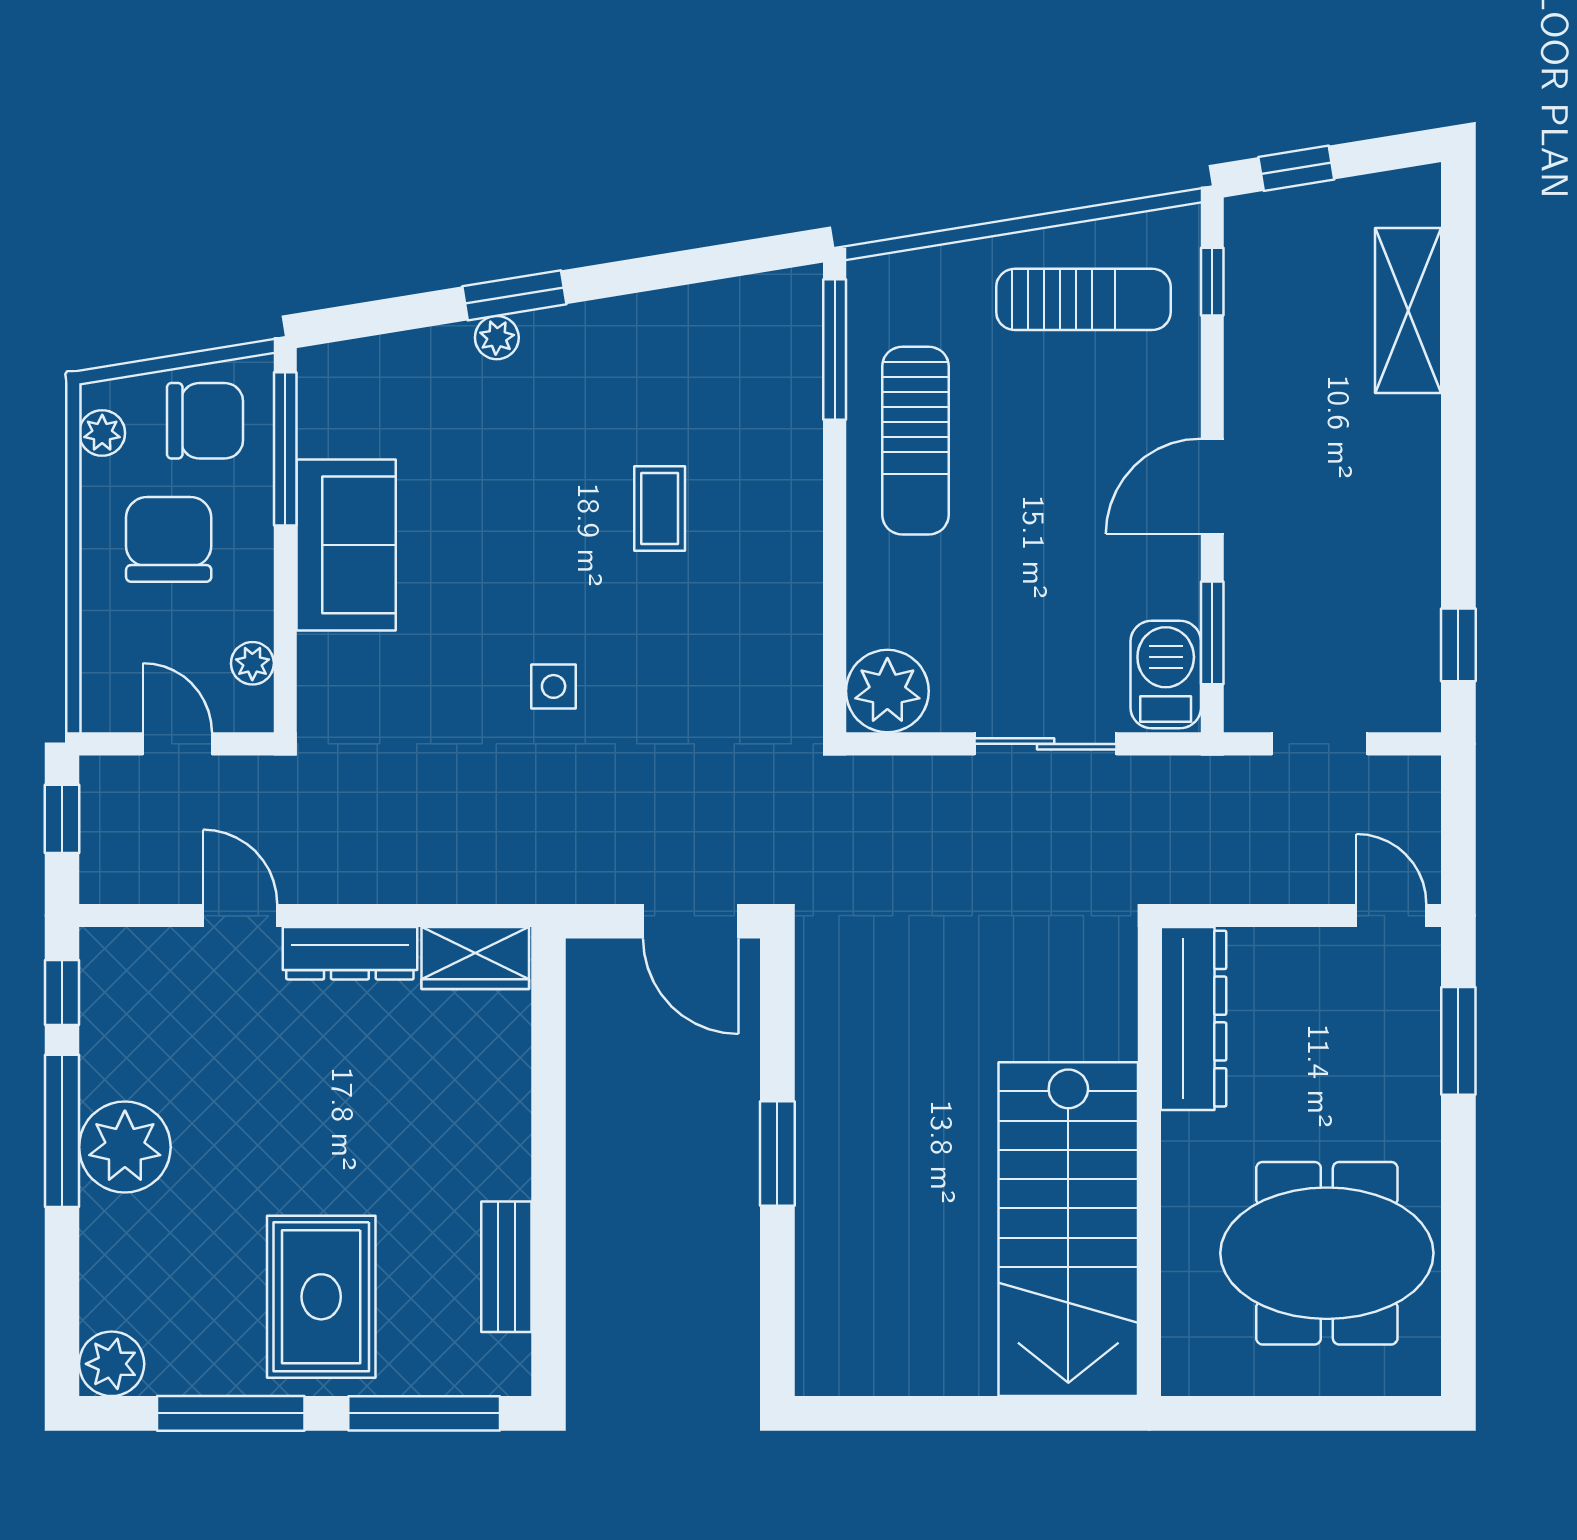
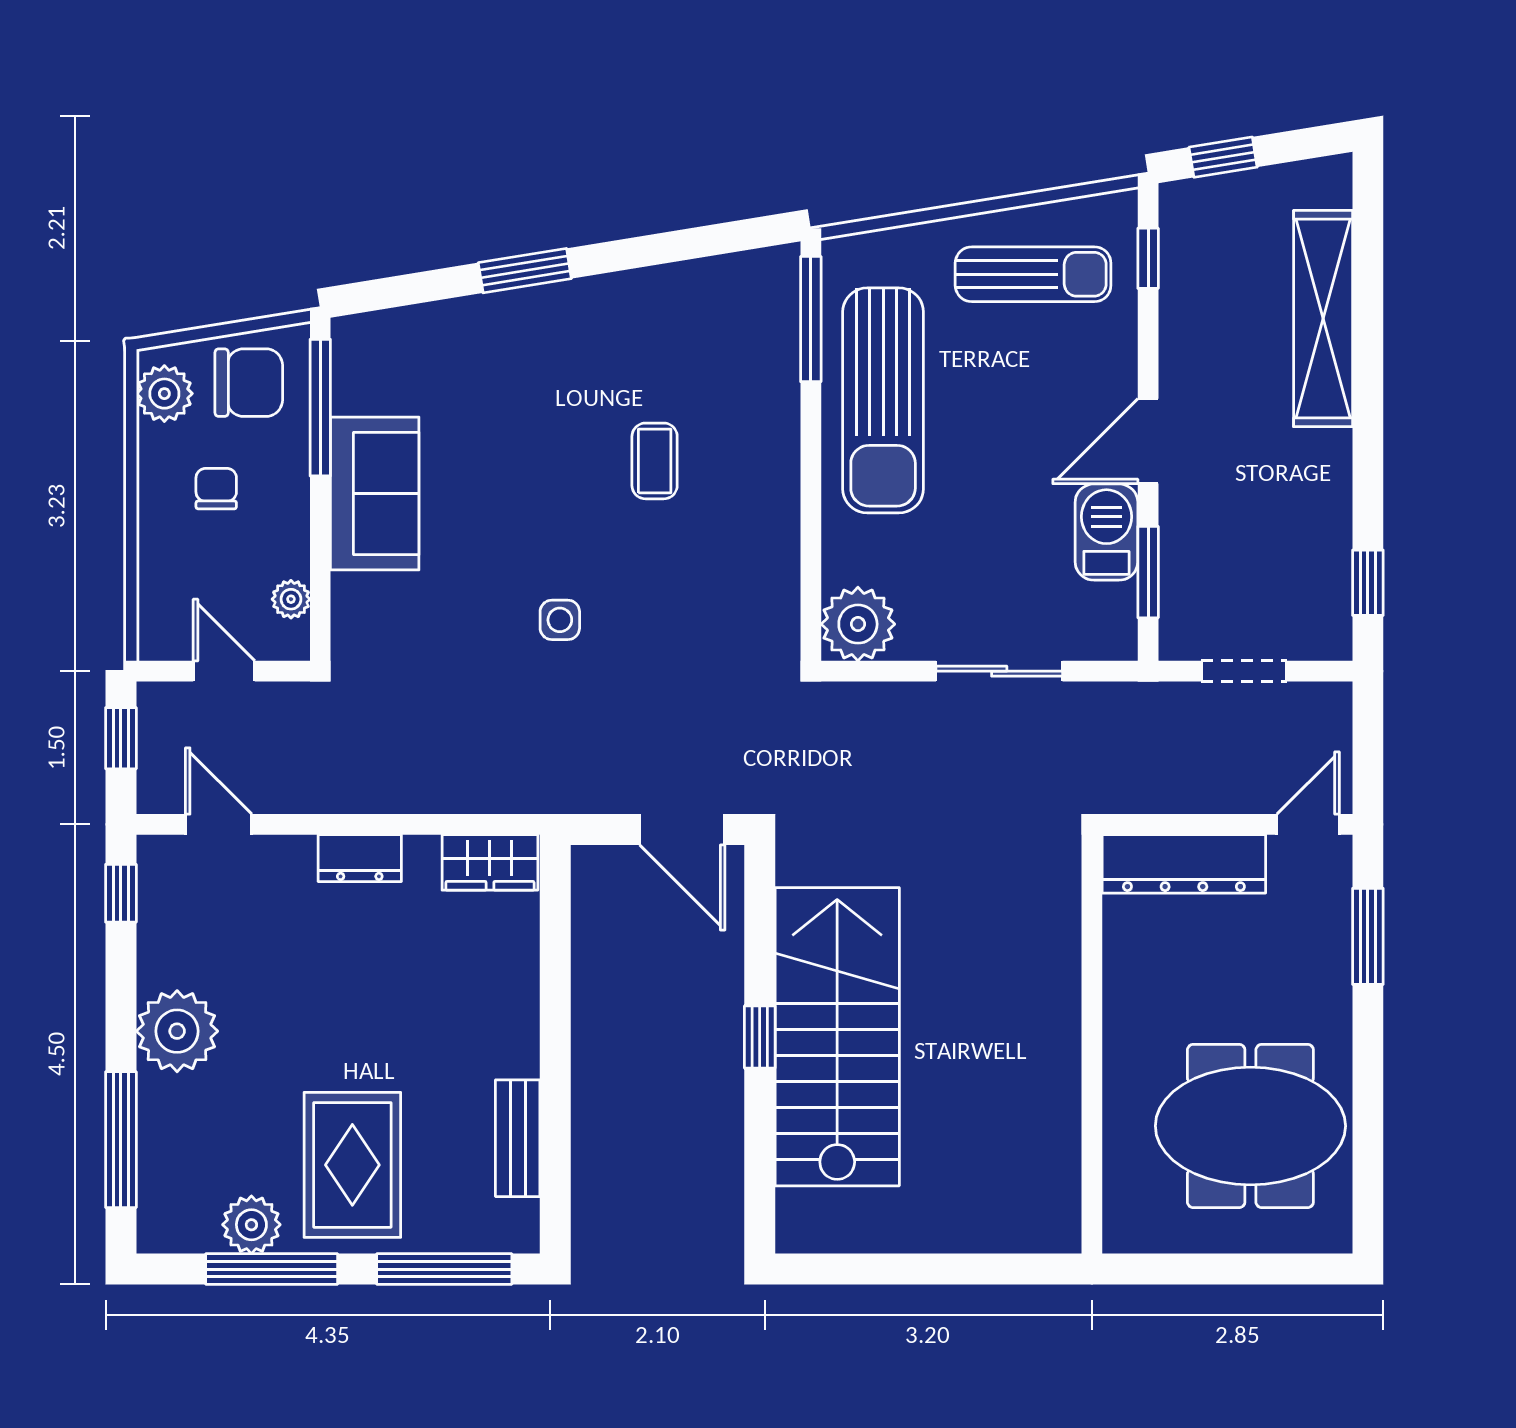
shelving: (1408, 310) -> (1323, 319), width x1.47
plant: (497, 338) -> (509, 308), removed
plant: (102, 433) -> (164, 394), width x1.38, depth x1.38
sun lounger: (915, 441) -> (883, 400), width x1.36, depth x1.34
chair: (169, 539) -> (216, 489), width x0.54, depth x0.54
barbecue: (1166, 674) -> (1106, 532), moved
door: (240, 916) -> (219, 824), moved
door: (1391, 916) -> (1308, 824), hinge flipped
dresser: (350, 953) -> (360, 858), width x0.70
dresser: (1193, 1019) -> (1184, 864), moved, turned 90
window: (62, 1131) -> (121, 1140), moved
window: (777, 1154) -> (760, 1037), width x0.67
stairs: (1068, 1229) -> (837, 1037), moved, turned 180
plant: (112, 1364) -> (251, 1225), moved

